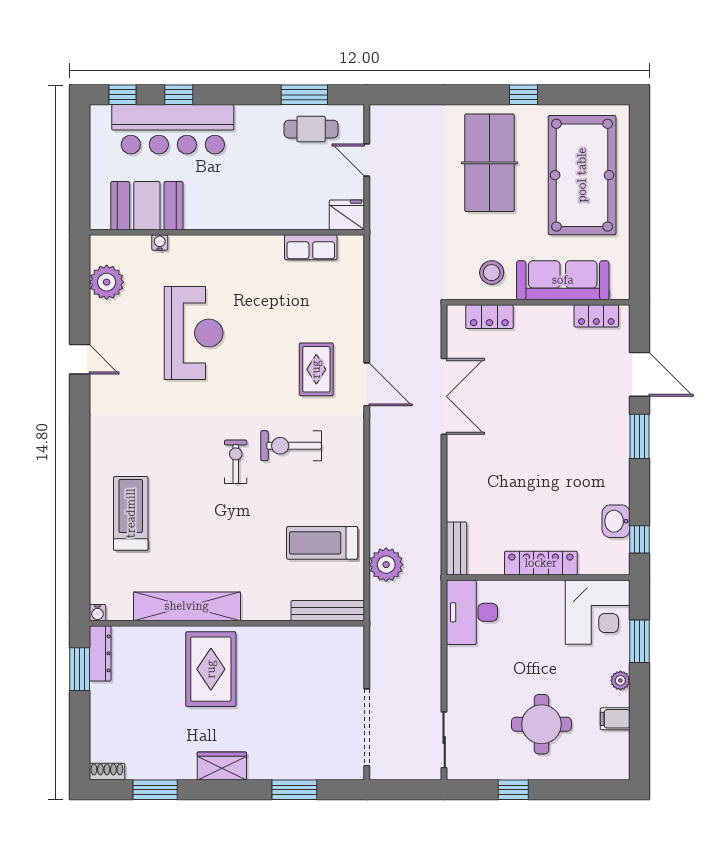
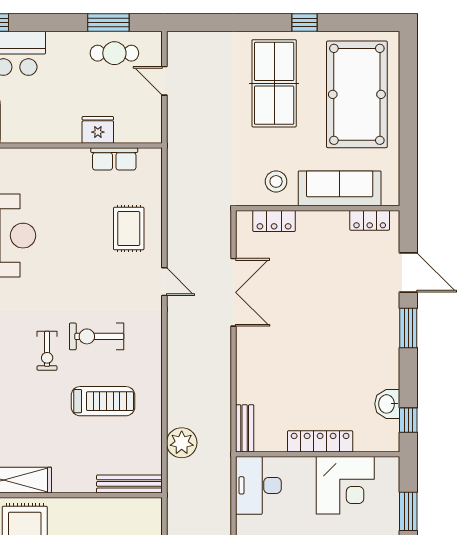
fridge: (347, 215) -> (98, 130), moved
rug: (316, 369) -> (129, 229), moved
door: (367, 384) -> (164, 282), width x0.73
exercise bike: (236, 462) -> (47, 351), turned 180
treadmill: (322, 543) -> (103, 401), moved, turned 180
corner desk: (598, 612) -> (345, 485), moved

